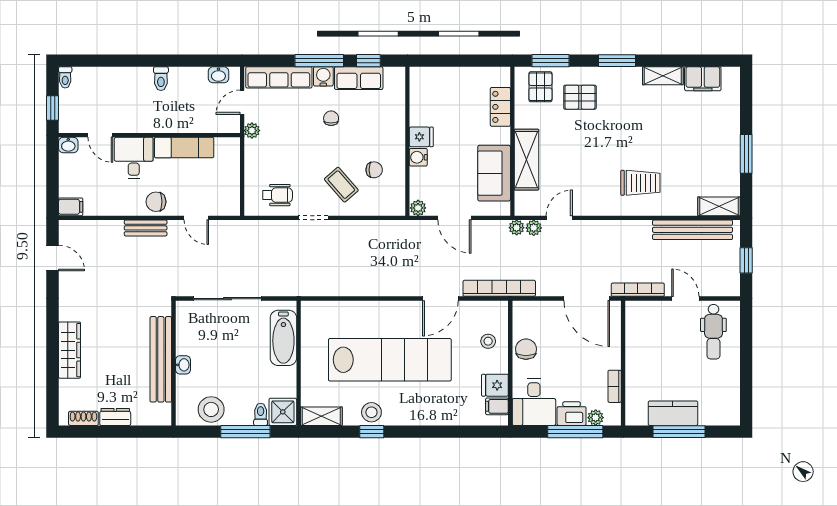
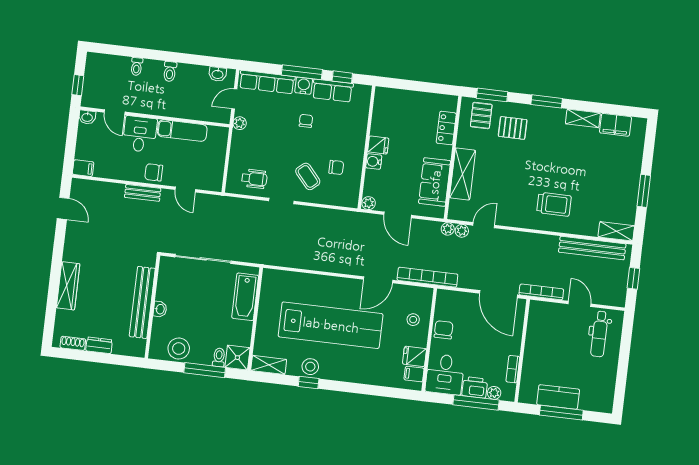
toilet: (65, 77) -> (137, 67), moved

